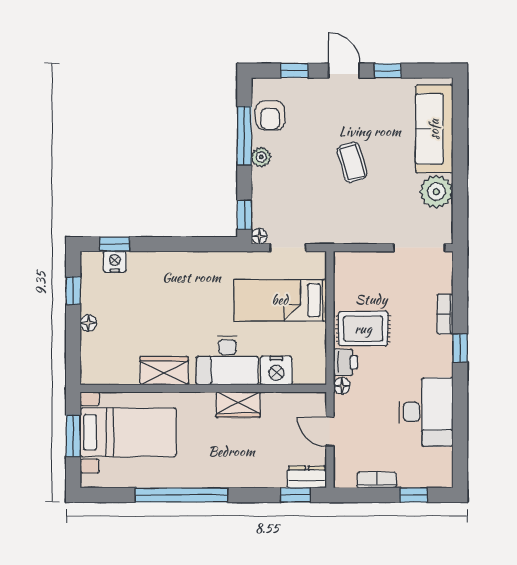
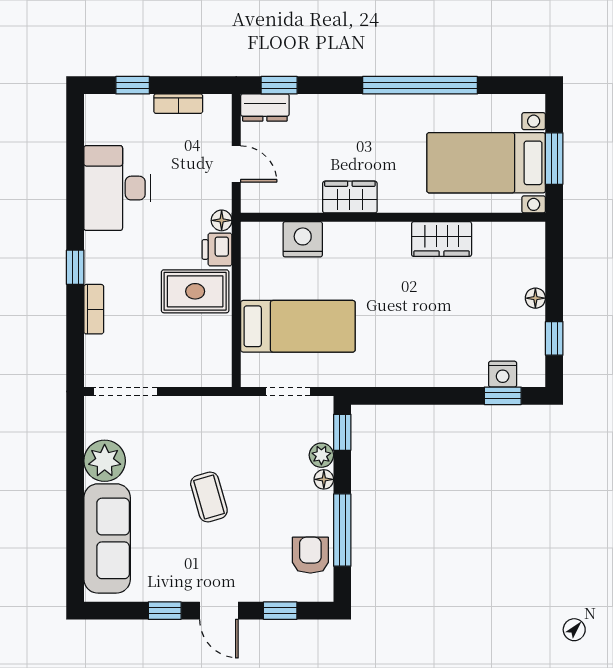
plant: (261, 157) -> (321, 455), moved
floor lamp: (259, 236) -> (324, 479), moved
desk: (227, 360) -> (363, 252), removed

